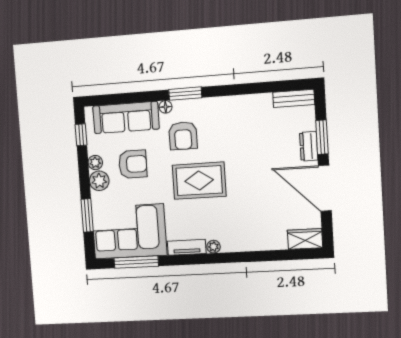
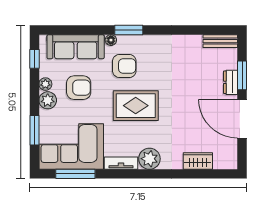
armchair: (183, 136) -> (124, 66), turned -90
wardrobe: (305, 239) -> (198, 161), moved
plant: (214, 247) -> (149, 159), width x1.88, depth x1.88

